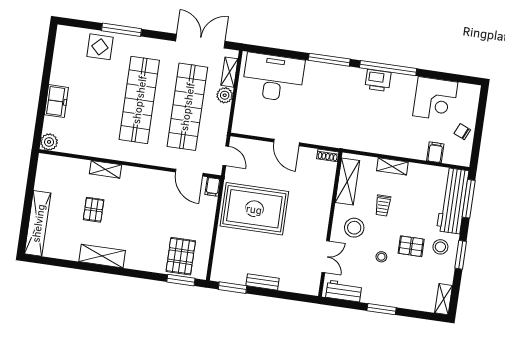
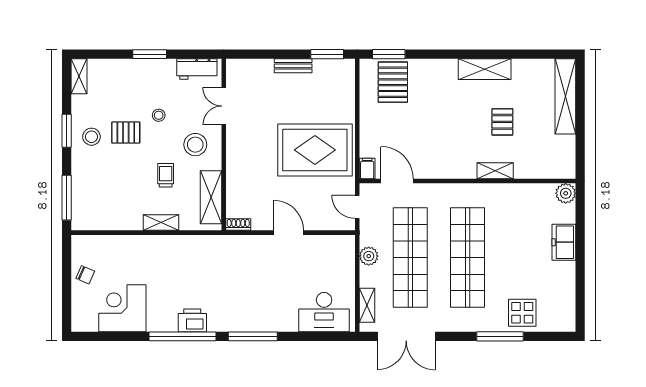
desk: (273, 78) -> (324, 312), width x0.73, depth x0.77
plant: (225, 95) -> (369, 256), moved
filing cabinet: (435, 152) -> (113, 246), removed
workbench: (453, 201) -> (85, 193), removed

